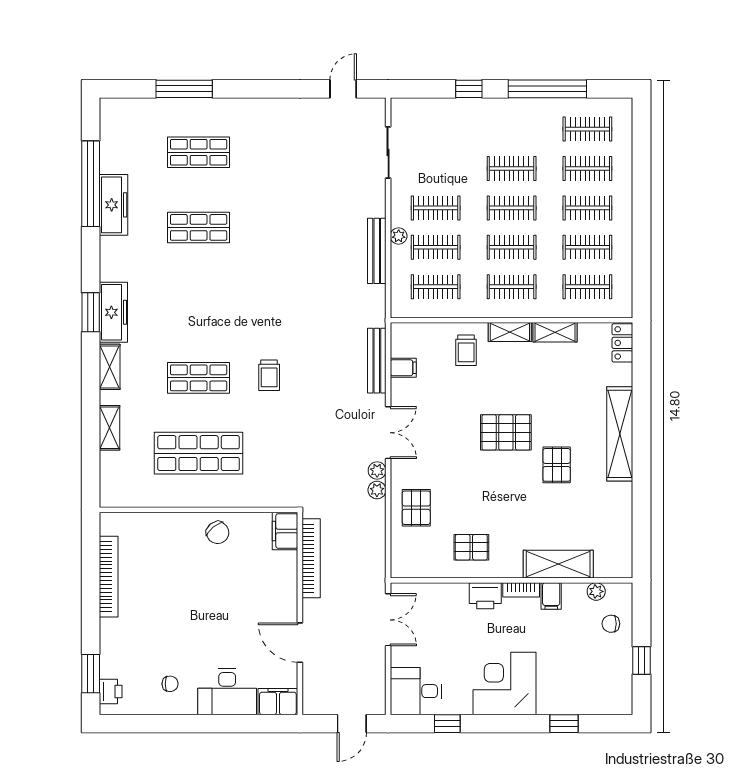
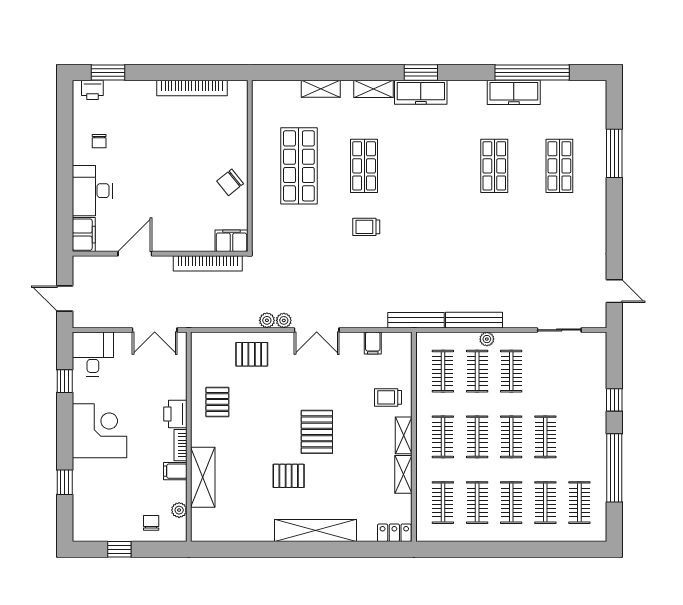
bench: (377, 361) -> (416, 320), moved

